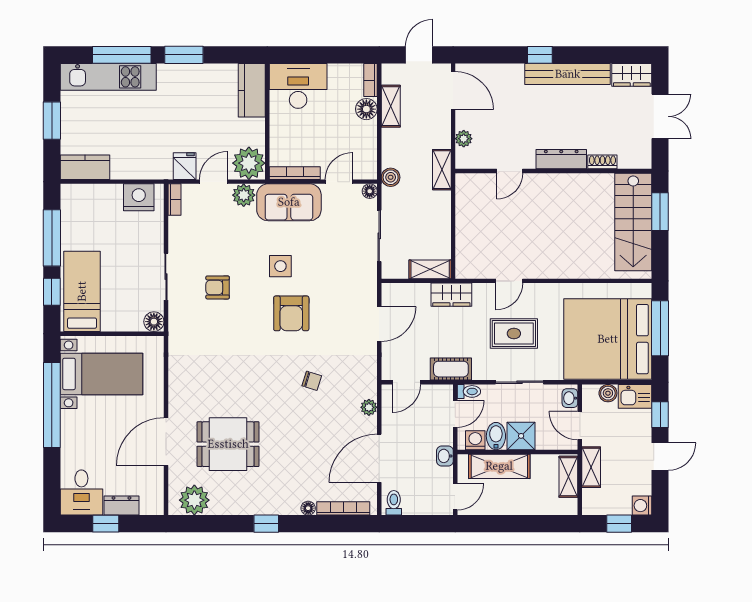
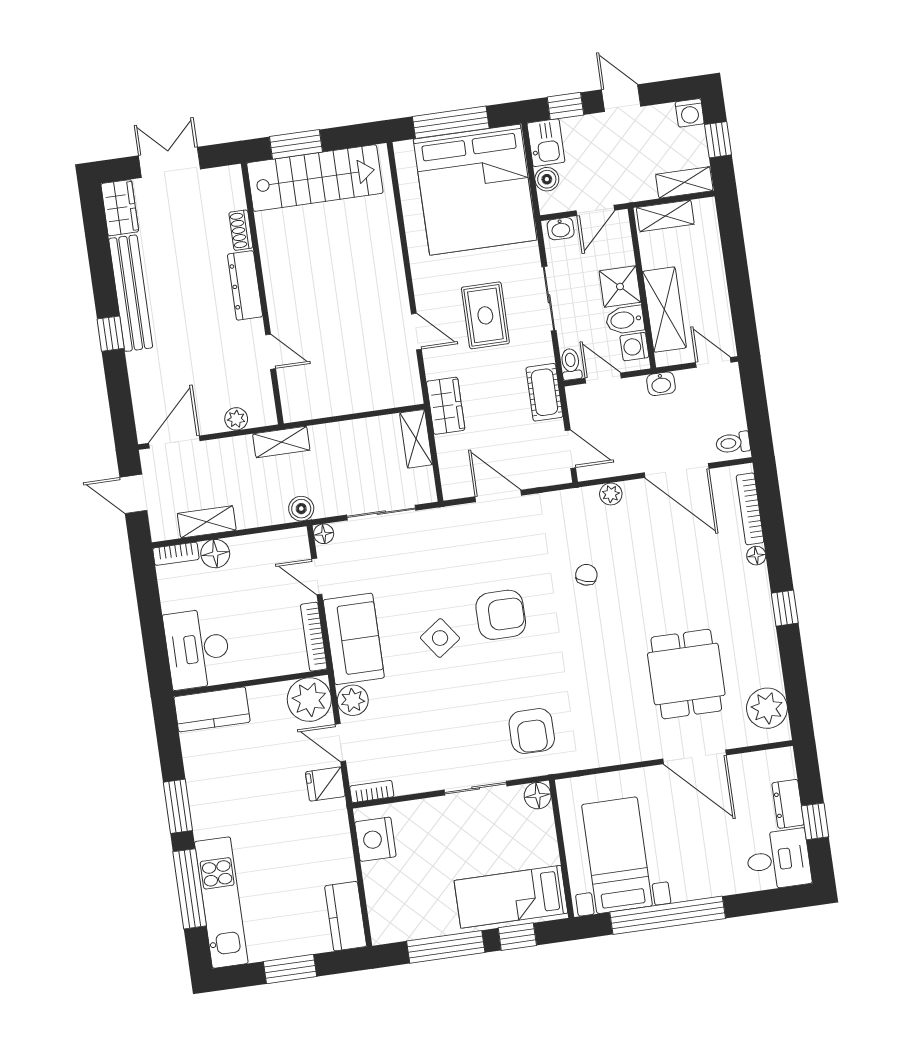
side table: (280, 266) -> (440, 638), turned -36
armchair: (218, 287) -> (532, 731), moved, width x1.38, depth x1.38
shelving: (591, 467) -> (684, 182), moved

